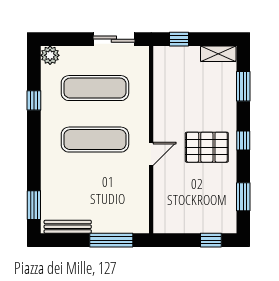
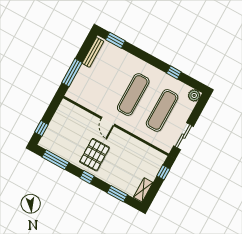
window: (243, 197) -> (56, 160), width x1.44

